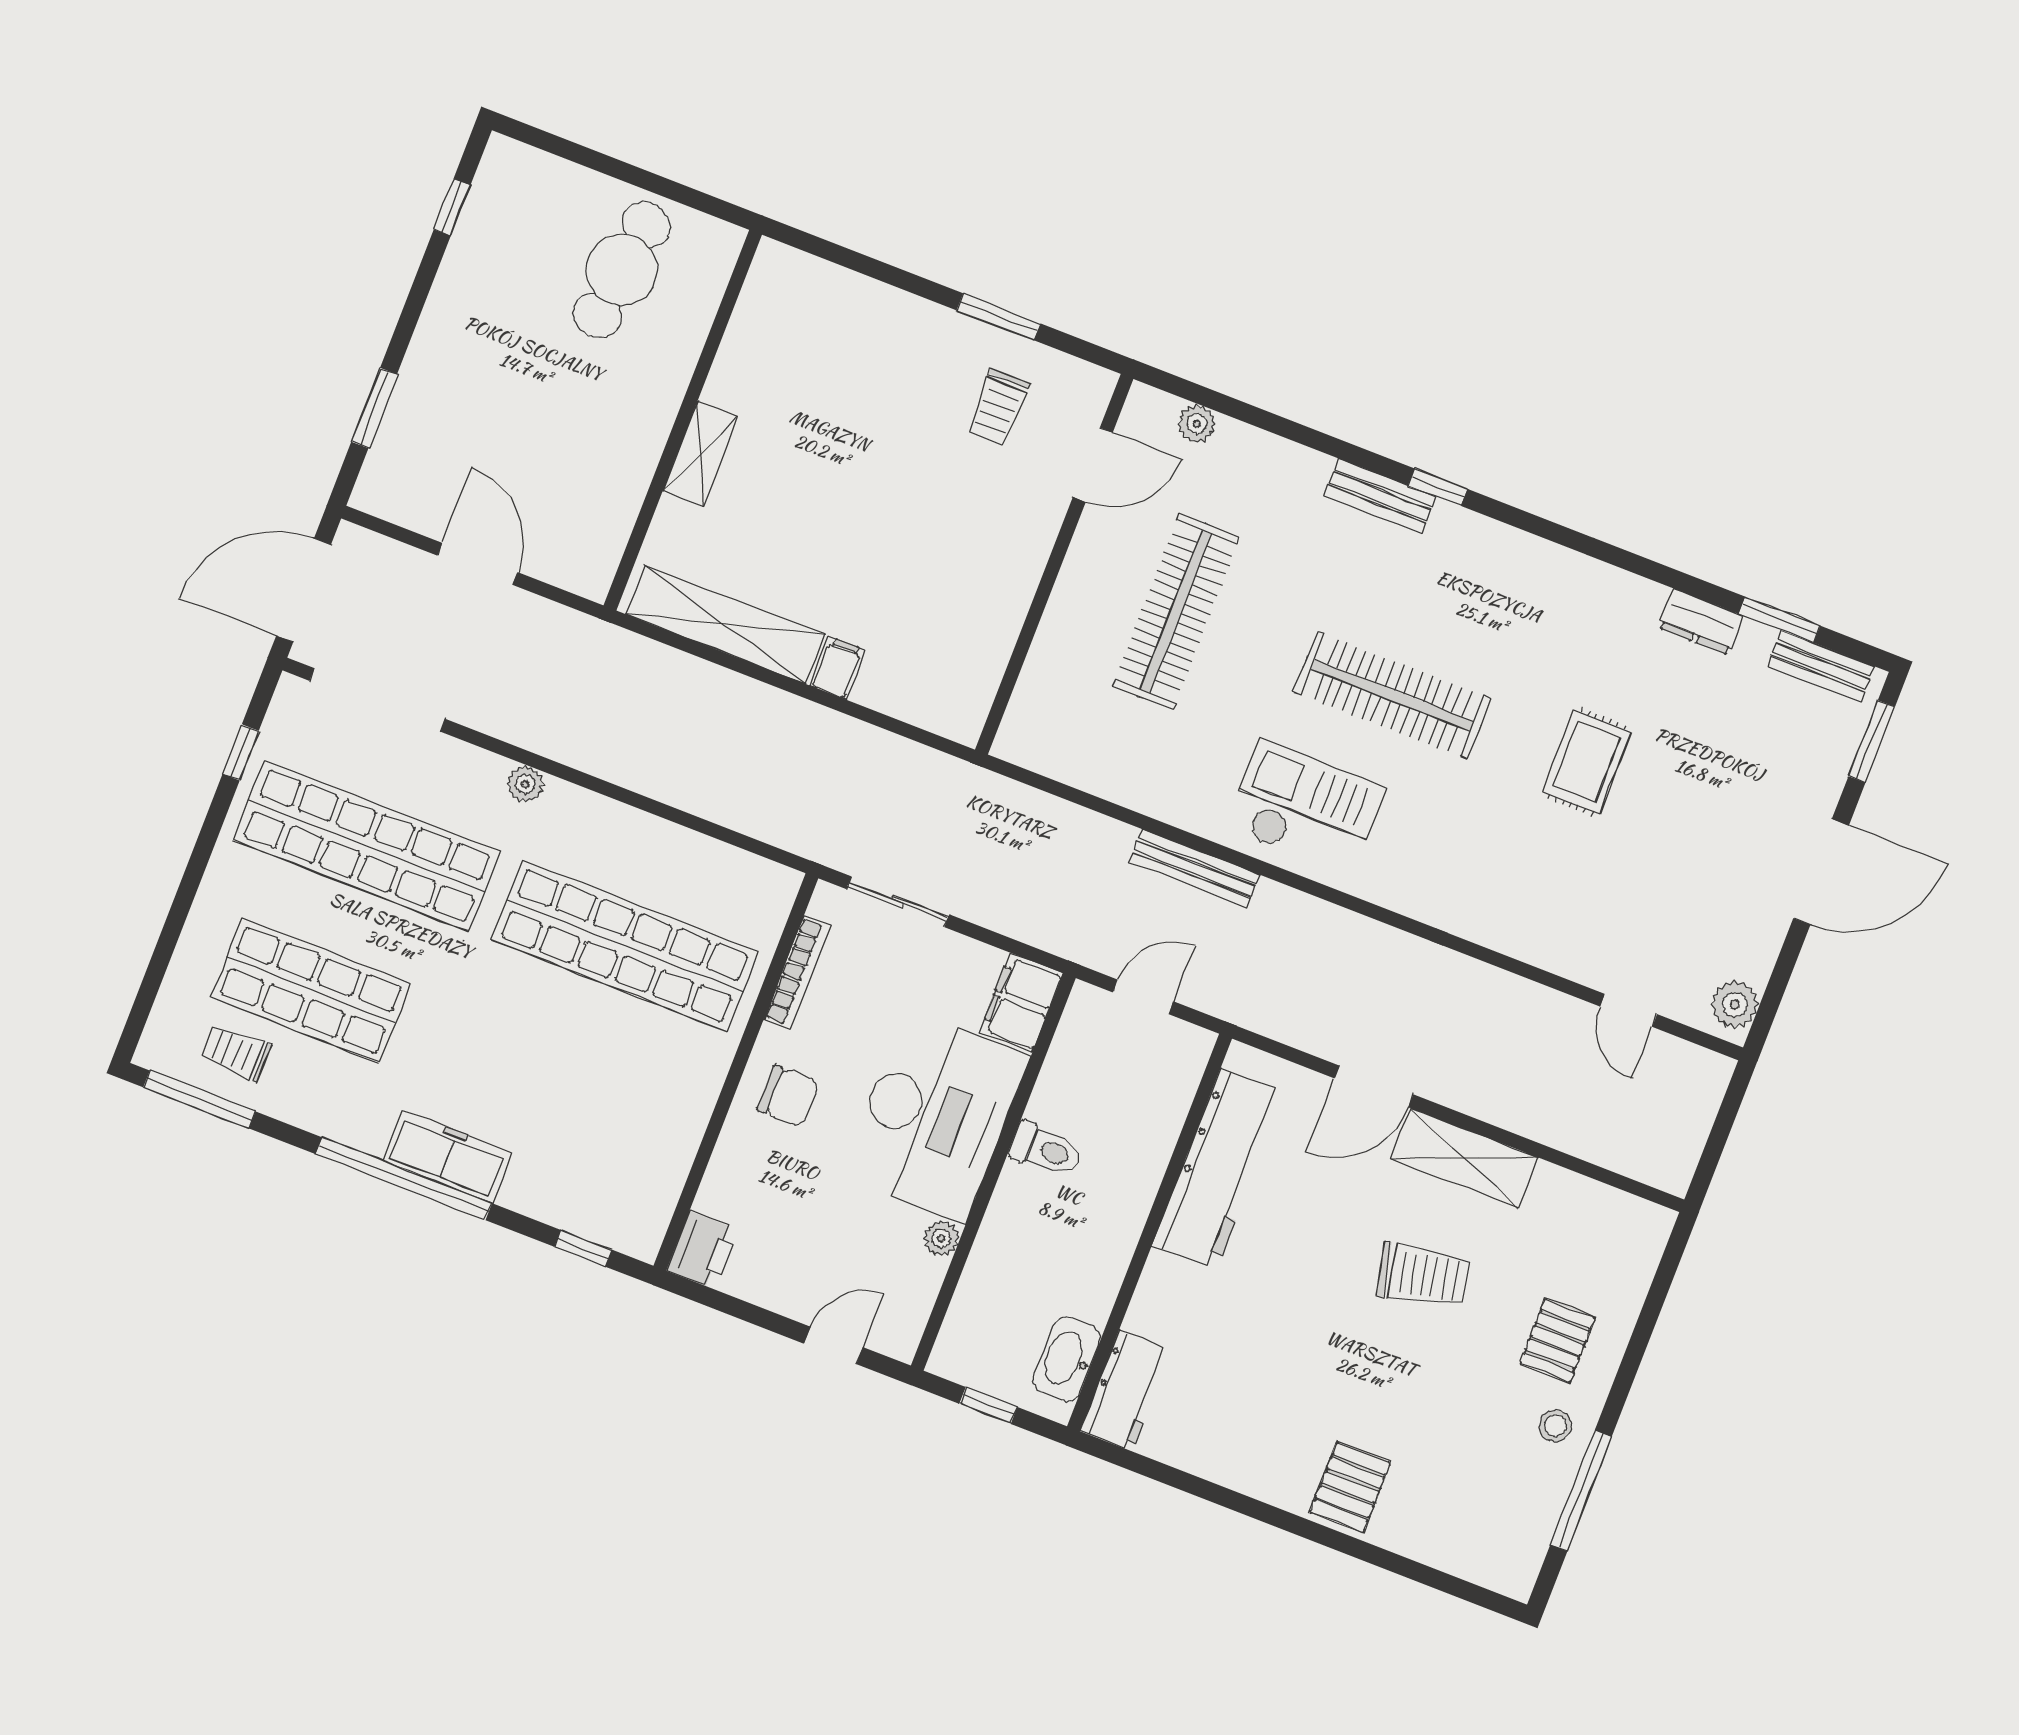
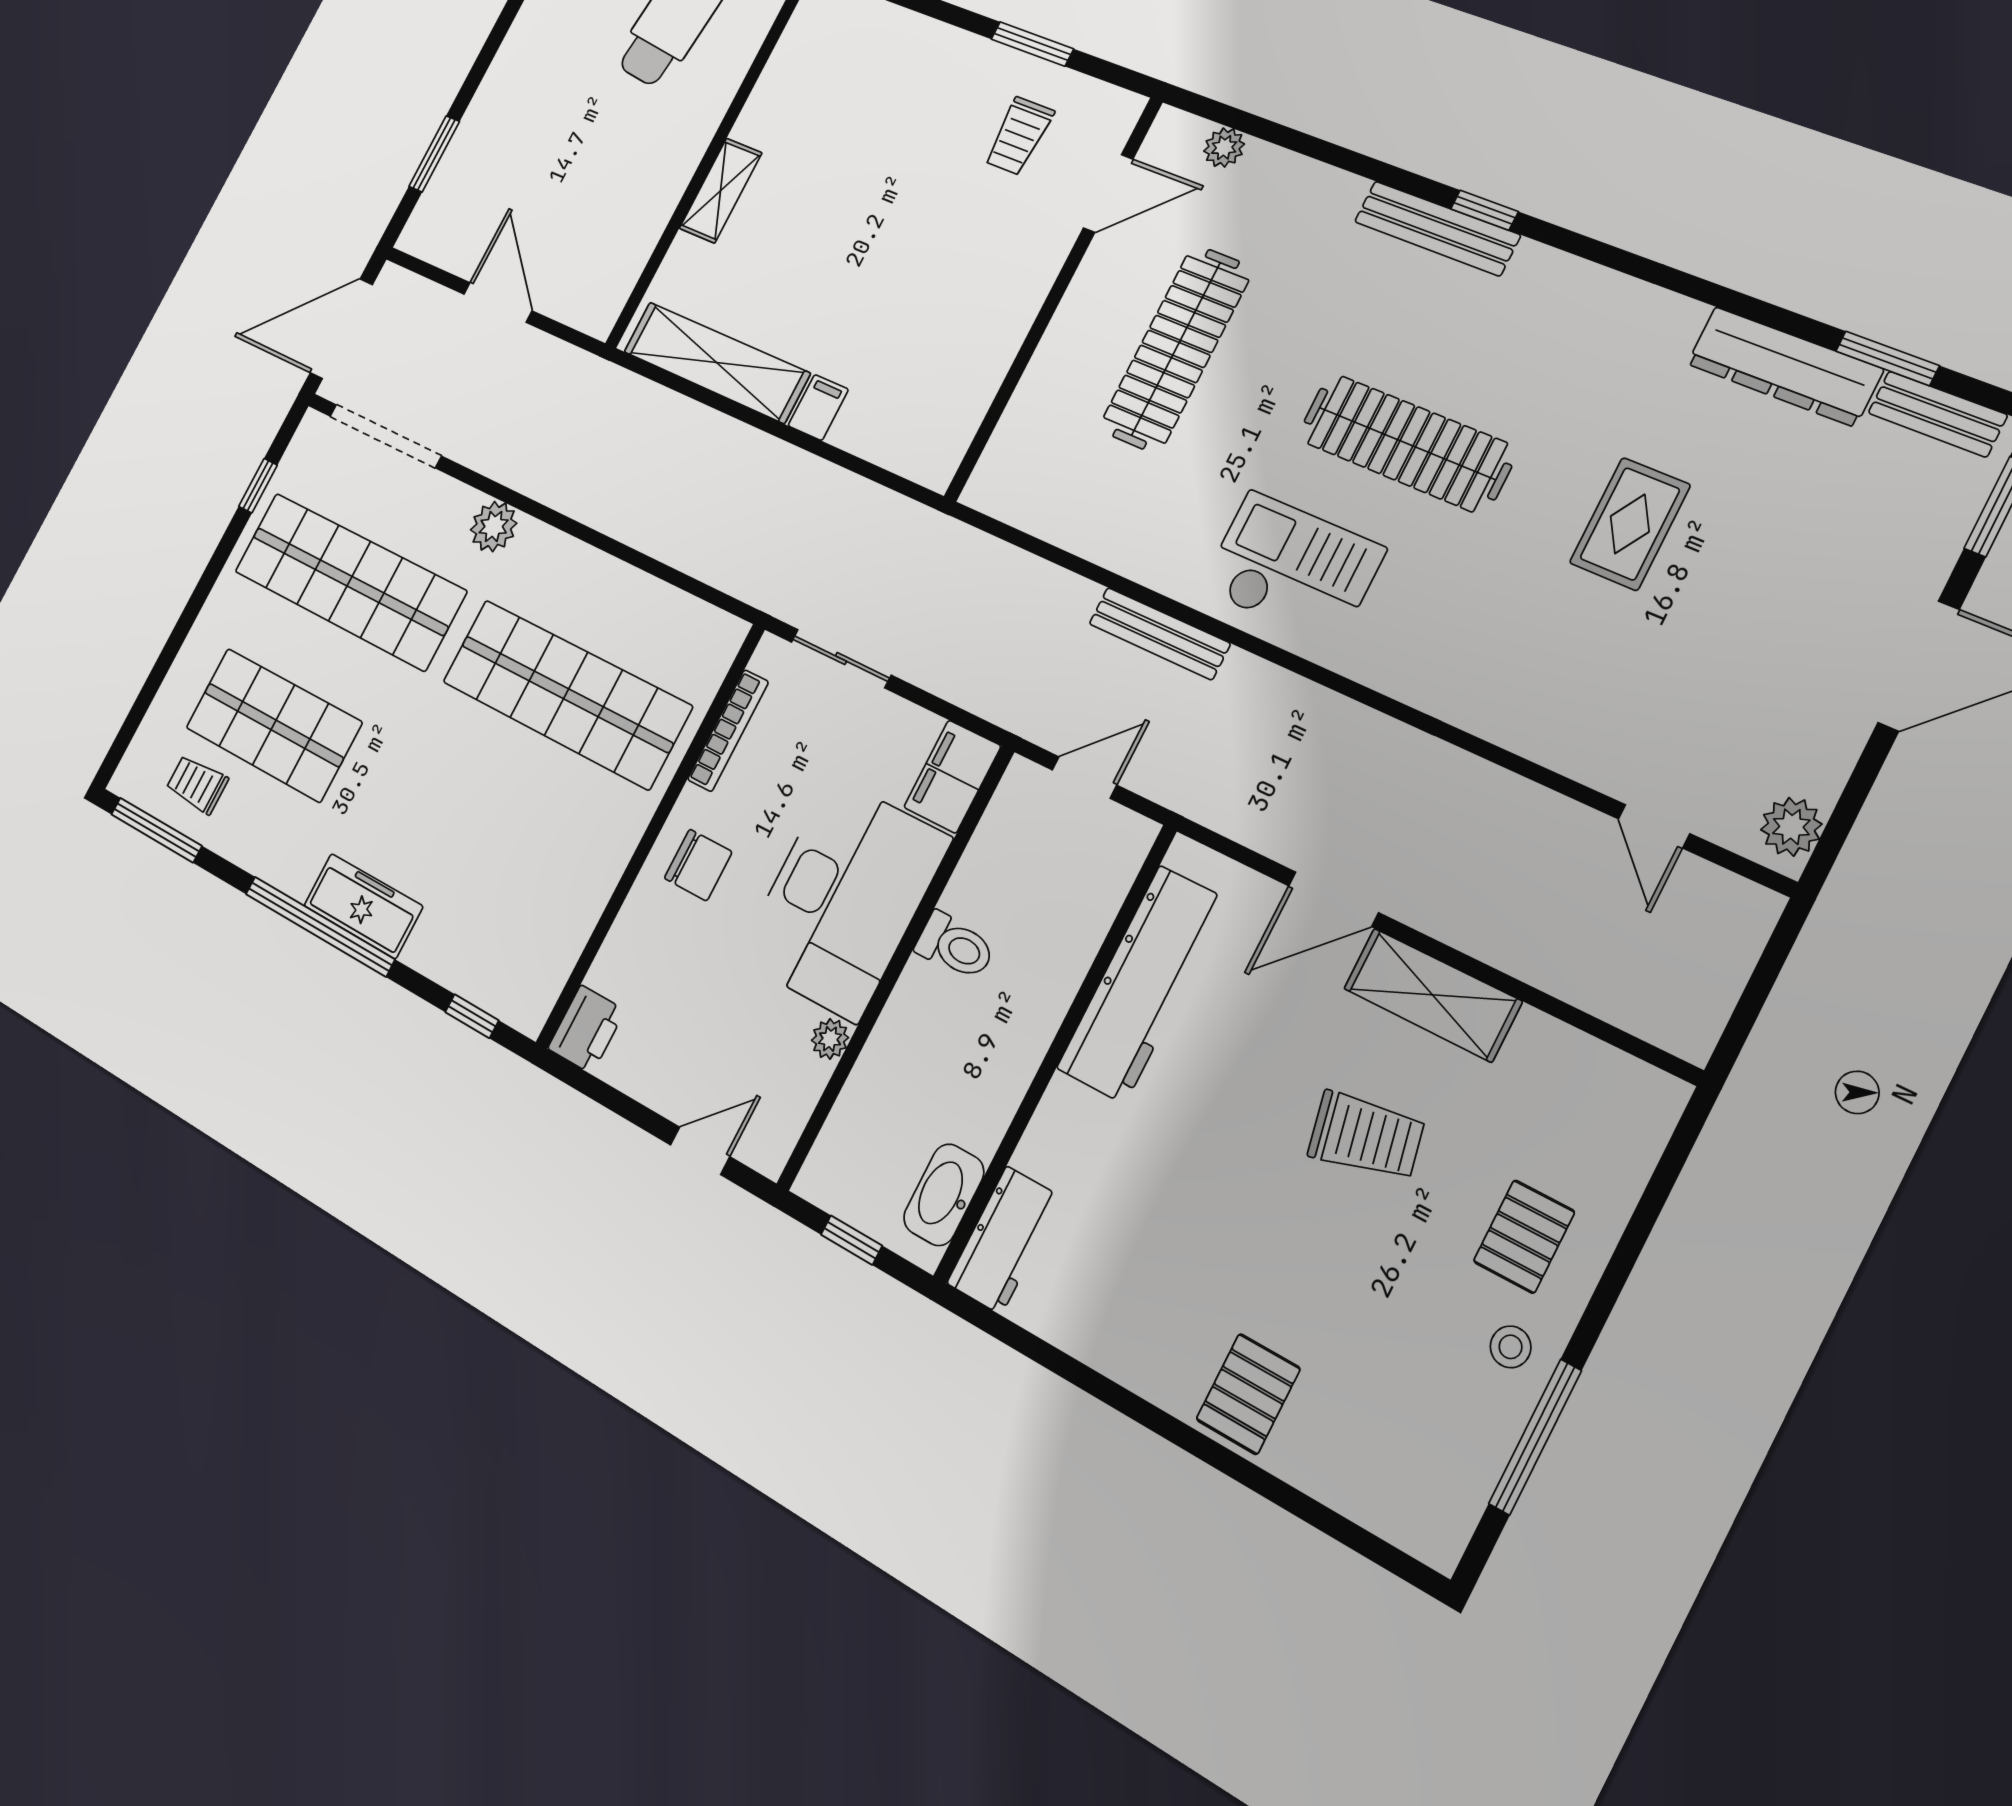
bench: (1380, 496) -> (1437, 228), width x1.36
dresser: (1701, 622) -> (1784, 366), width x1.96, depth x1.24
plant: (525, 784) -> (494, 526), width x1.38, depth x1.38

